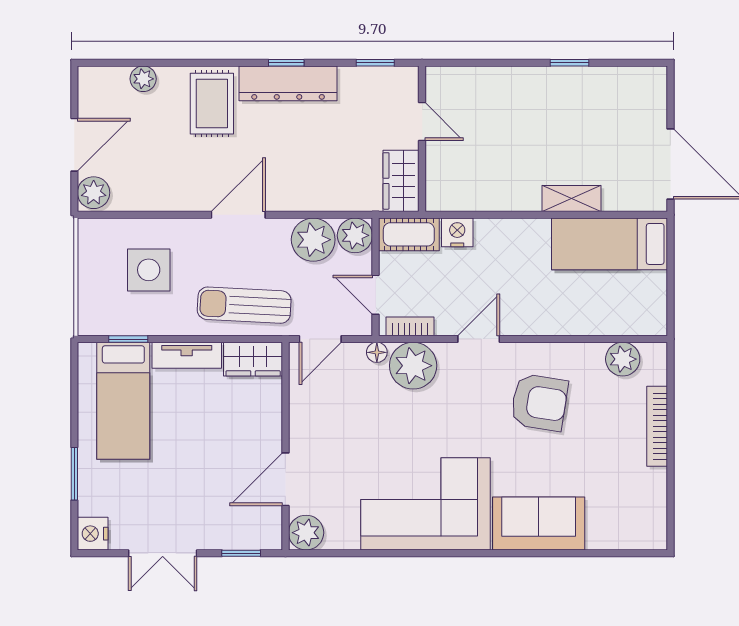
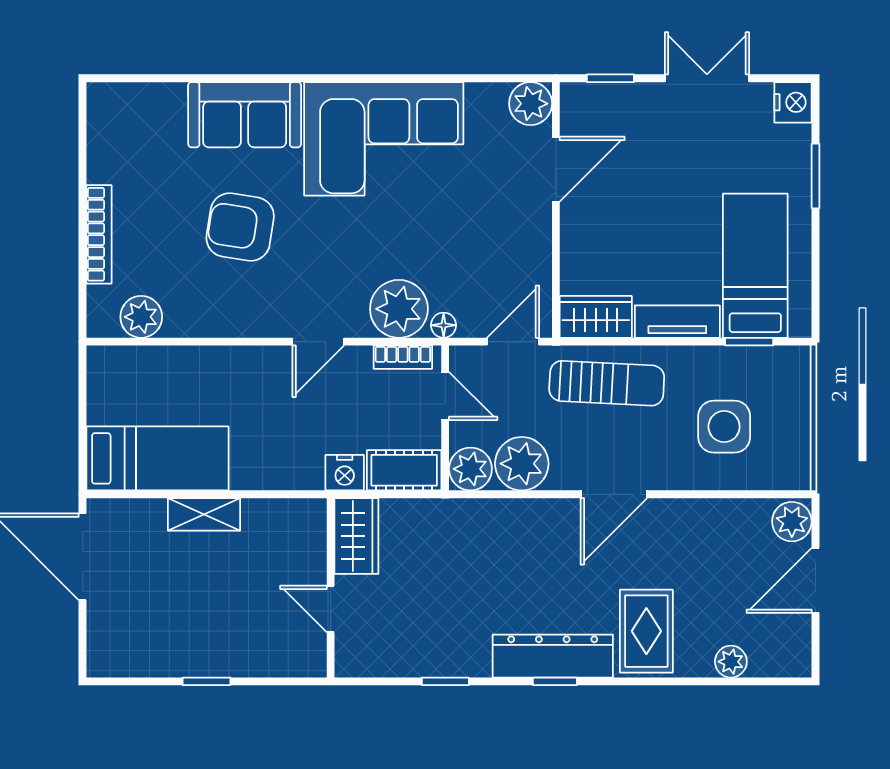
door: (422, 122) -> (331, 609), moved
wall: (422, 139) -> (331, 588), moved
wardrobe: (401, 181) -> (356, 536), moved
armchair: (539, 402) -> (240, 227), moved

